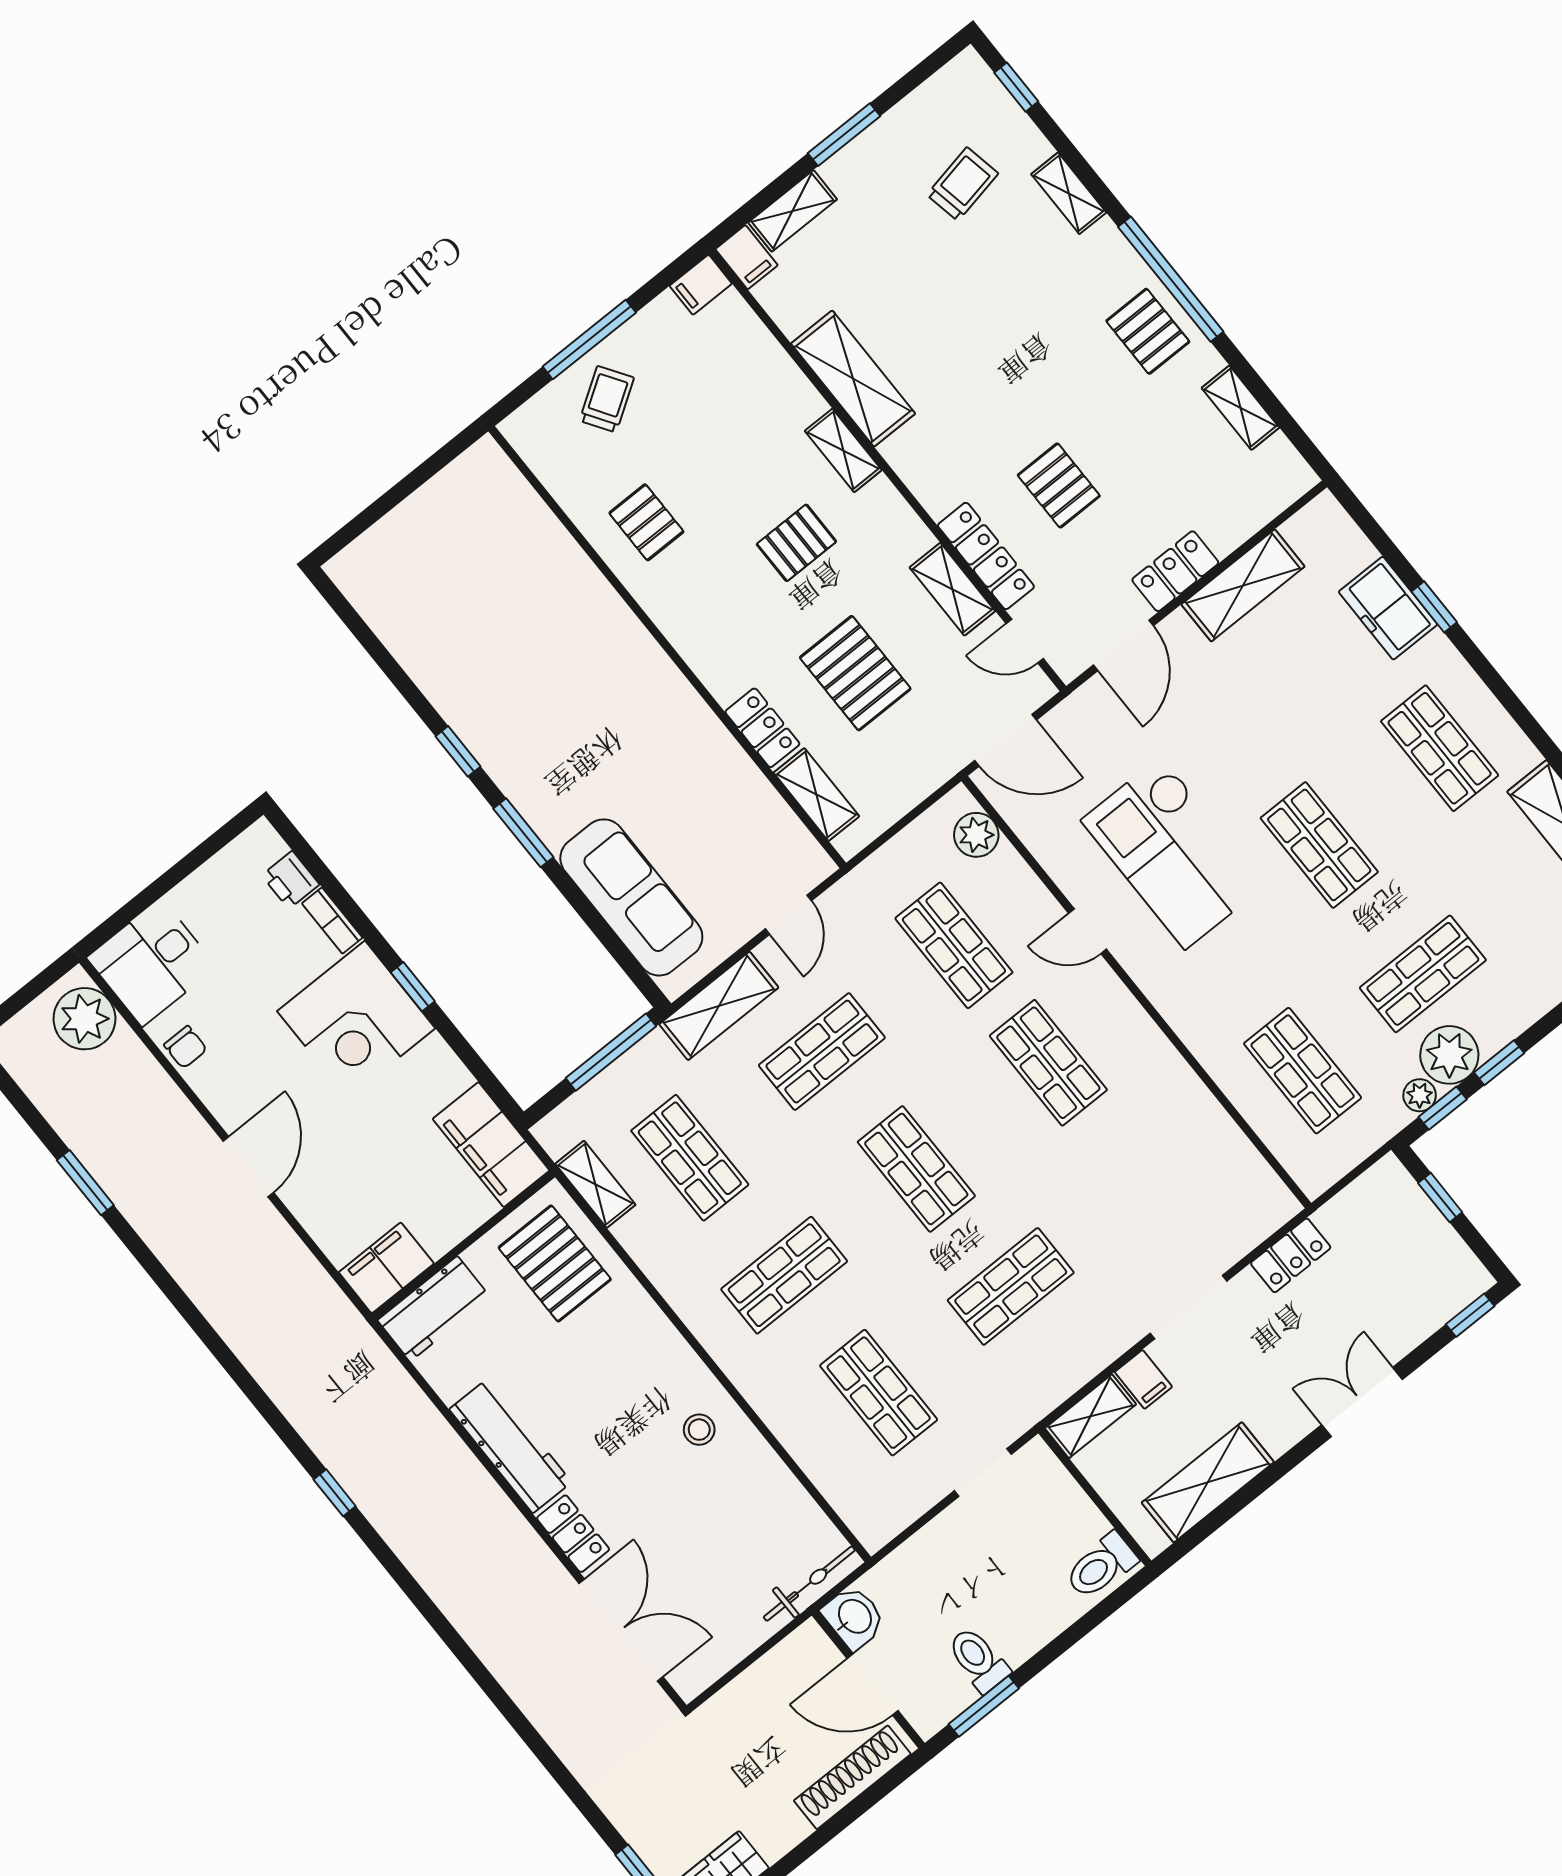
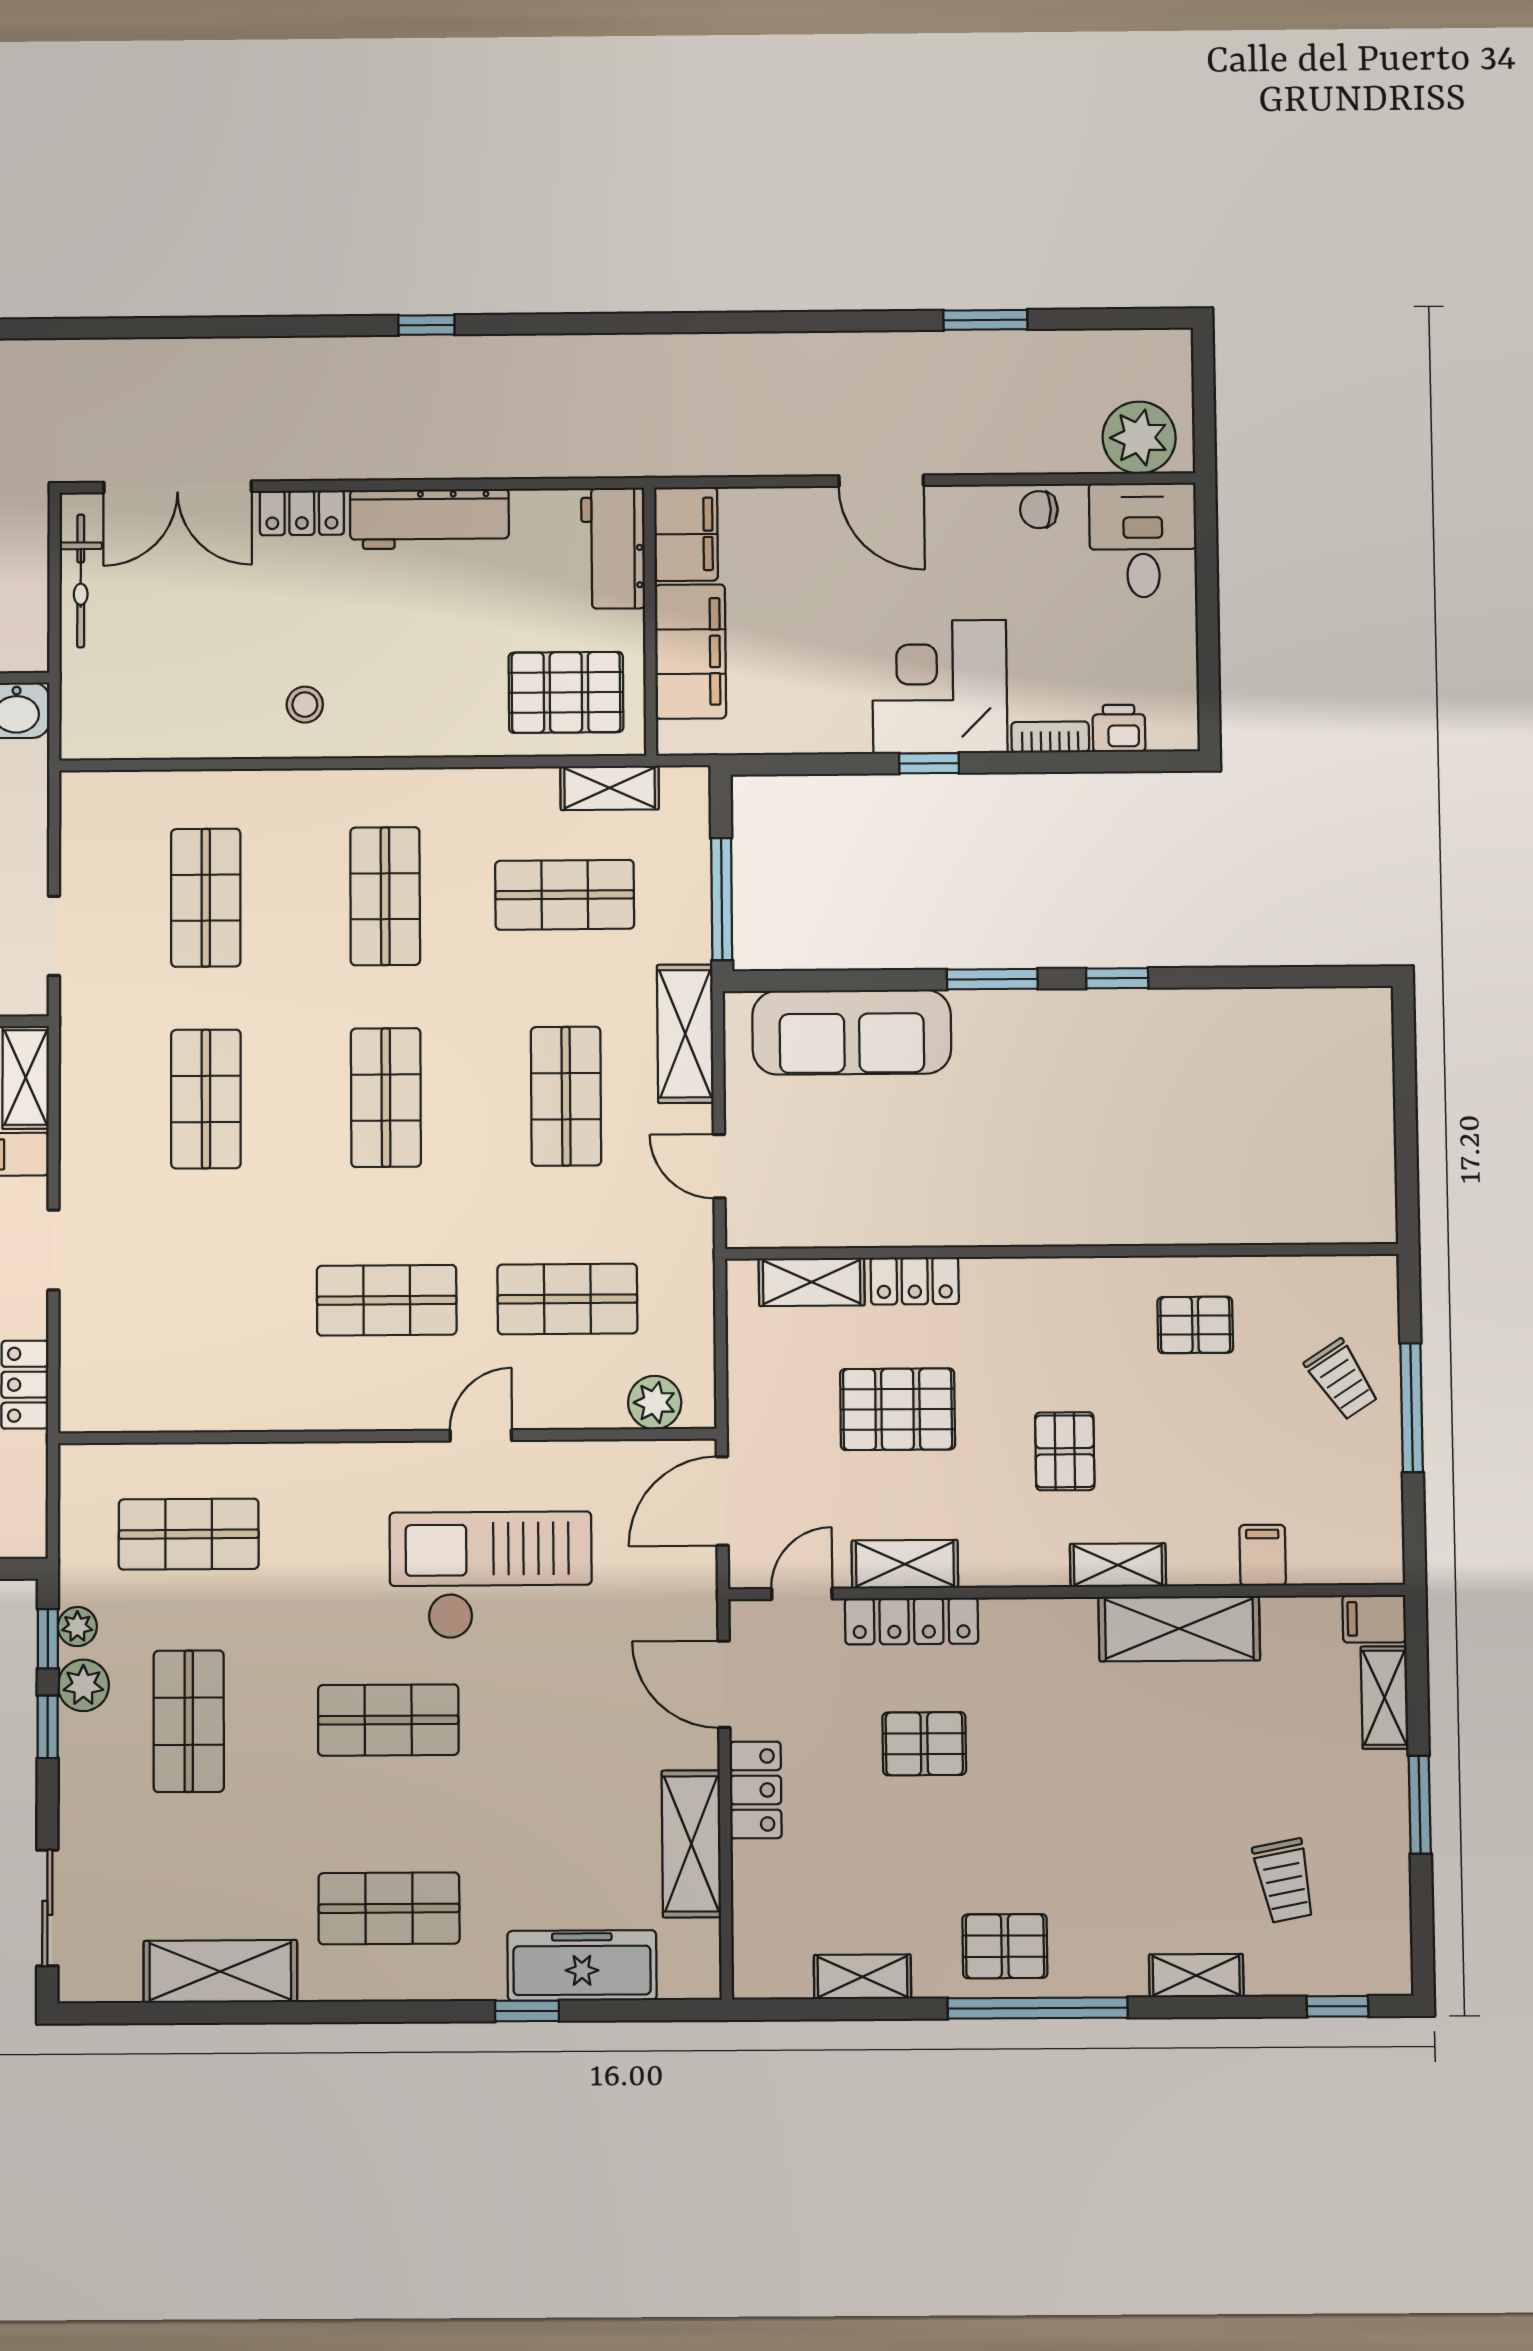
filing cabinet: (701, 285) -> (1263, 1555), moved
freezer: (1388, 608) -> (582, 1965), width x1.40
plant: (1449, 1055) -> (83, 1685), width x0.73, depth x0.73
filing cabinet: (491, 1145) -> (690, 652), moved, turned 90
shop shelf: (916, 1169) -> (386, 1098), turned 90
doorway: (1188, 1307) -> (53, 1250), width x0.73
shop shelf: (879, 1393) -> (206, 898), turned 90
window: (335, 1493) -> (426, 325), moved
bicycle: (809, 1584) -> (81, 581), moved

